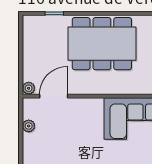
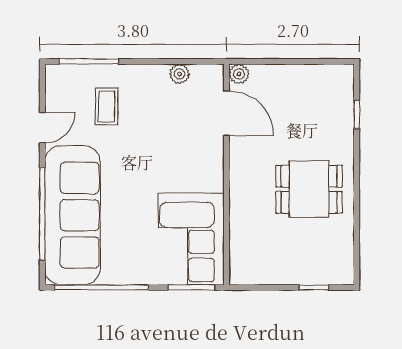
dining table: (102, 44) -> (309, 189), width x0.53, depth x0.80

